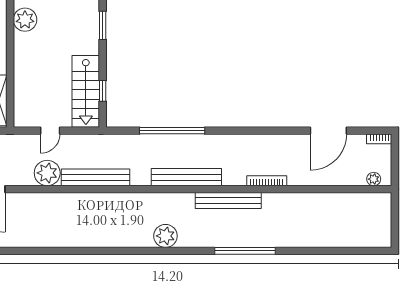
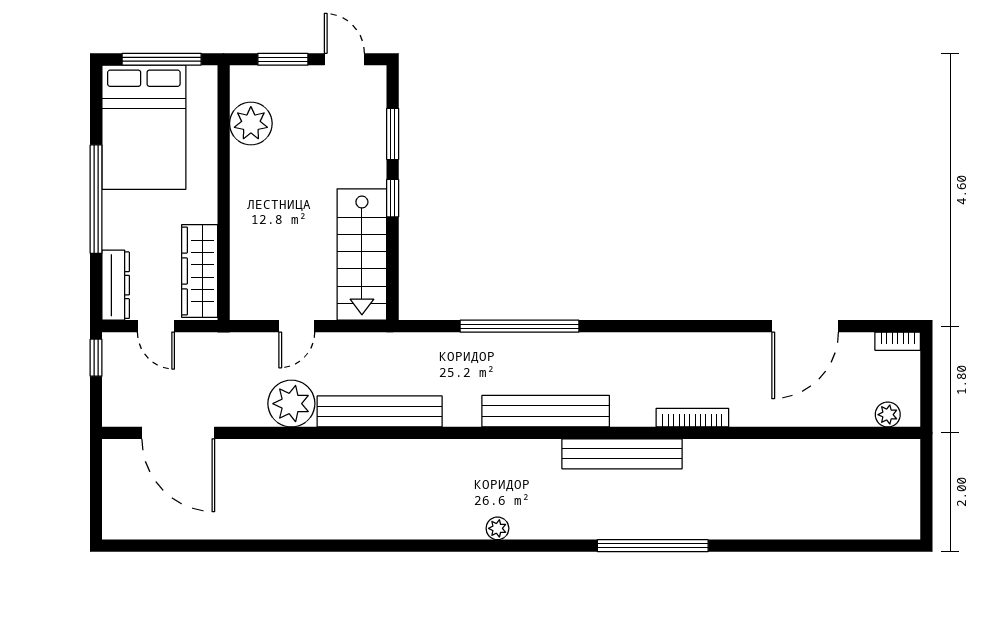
window: (103, 91) -> (393, 198), moved
plant: (165, 236) -> (497, 528), width x0.53, depth x0.53

